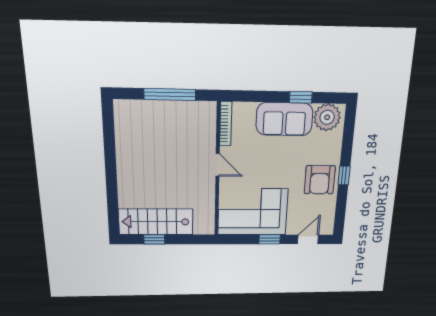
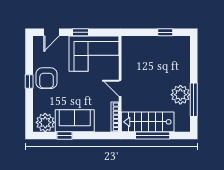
window: (110, 147) -> (194, 100), added
plant: (130, 155) -> (180, 95), added
armchair: (320, 180) -> (47, 78), turned 180
stairs: (156, 222) -> (148, 122), moved, turned 180

